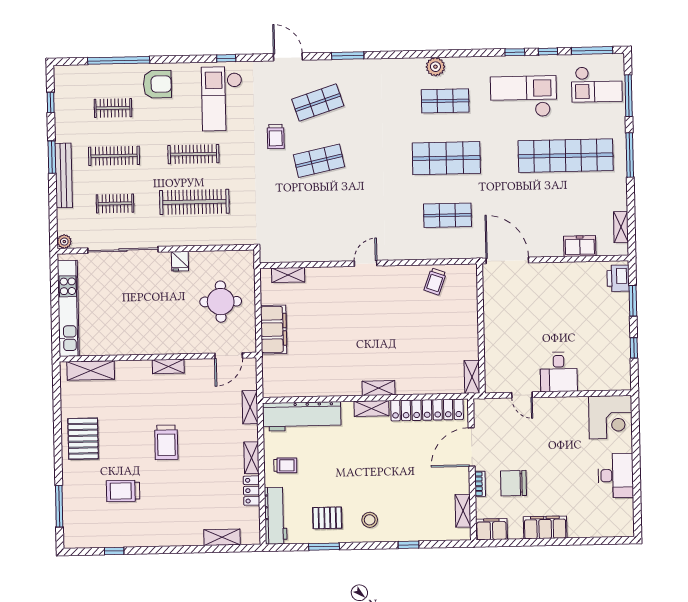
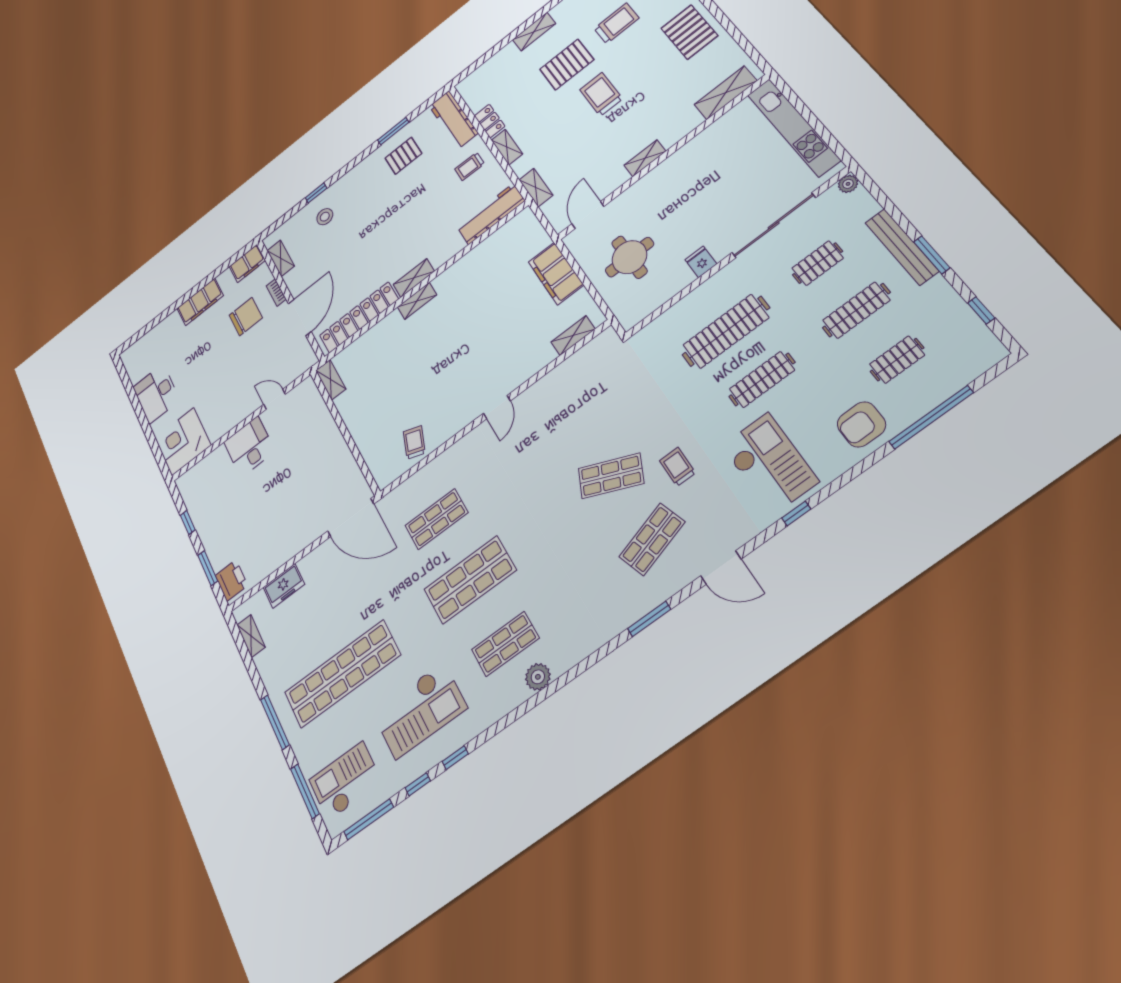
shop shelf: (319, 161) -> (611, 476), turned 36
workbench: (302, 416) -> (491, 214), width x0.73, depth x0.76
pallet: (174, 488) -> (567, 64), added
stool: (370, 520) -> (325, 217), moved
shelving: (222, 537) -> (534, 32), moved

